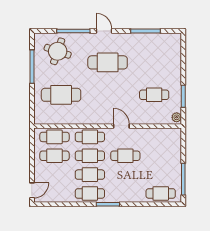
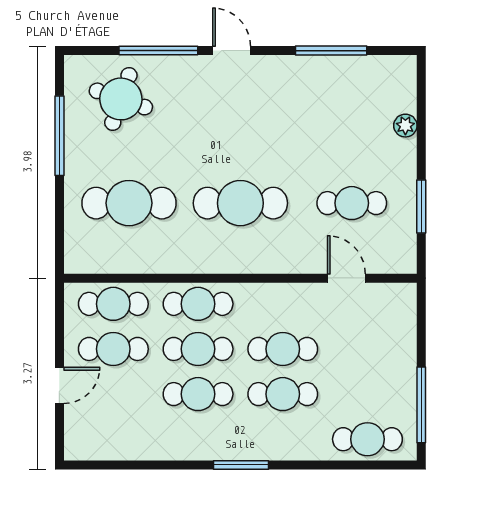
cafe table: (108, 62) -> (240, 203), moved
plant: (177, 117) -> (405, 126), moved
door: (121, 126) -> (346, 278), moved
door: (32, 190) -> (59, 385), moved
cafe table: (90, 193) -> (283, 394), moved

